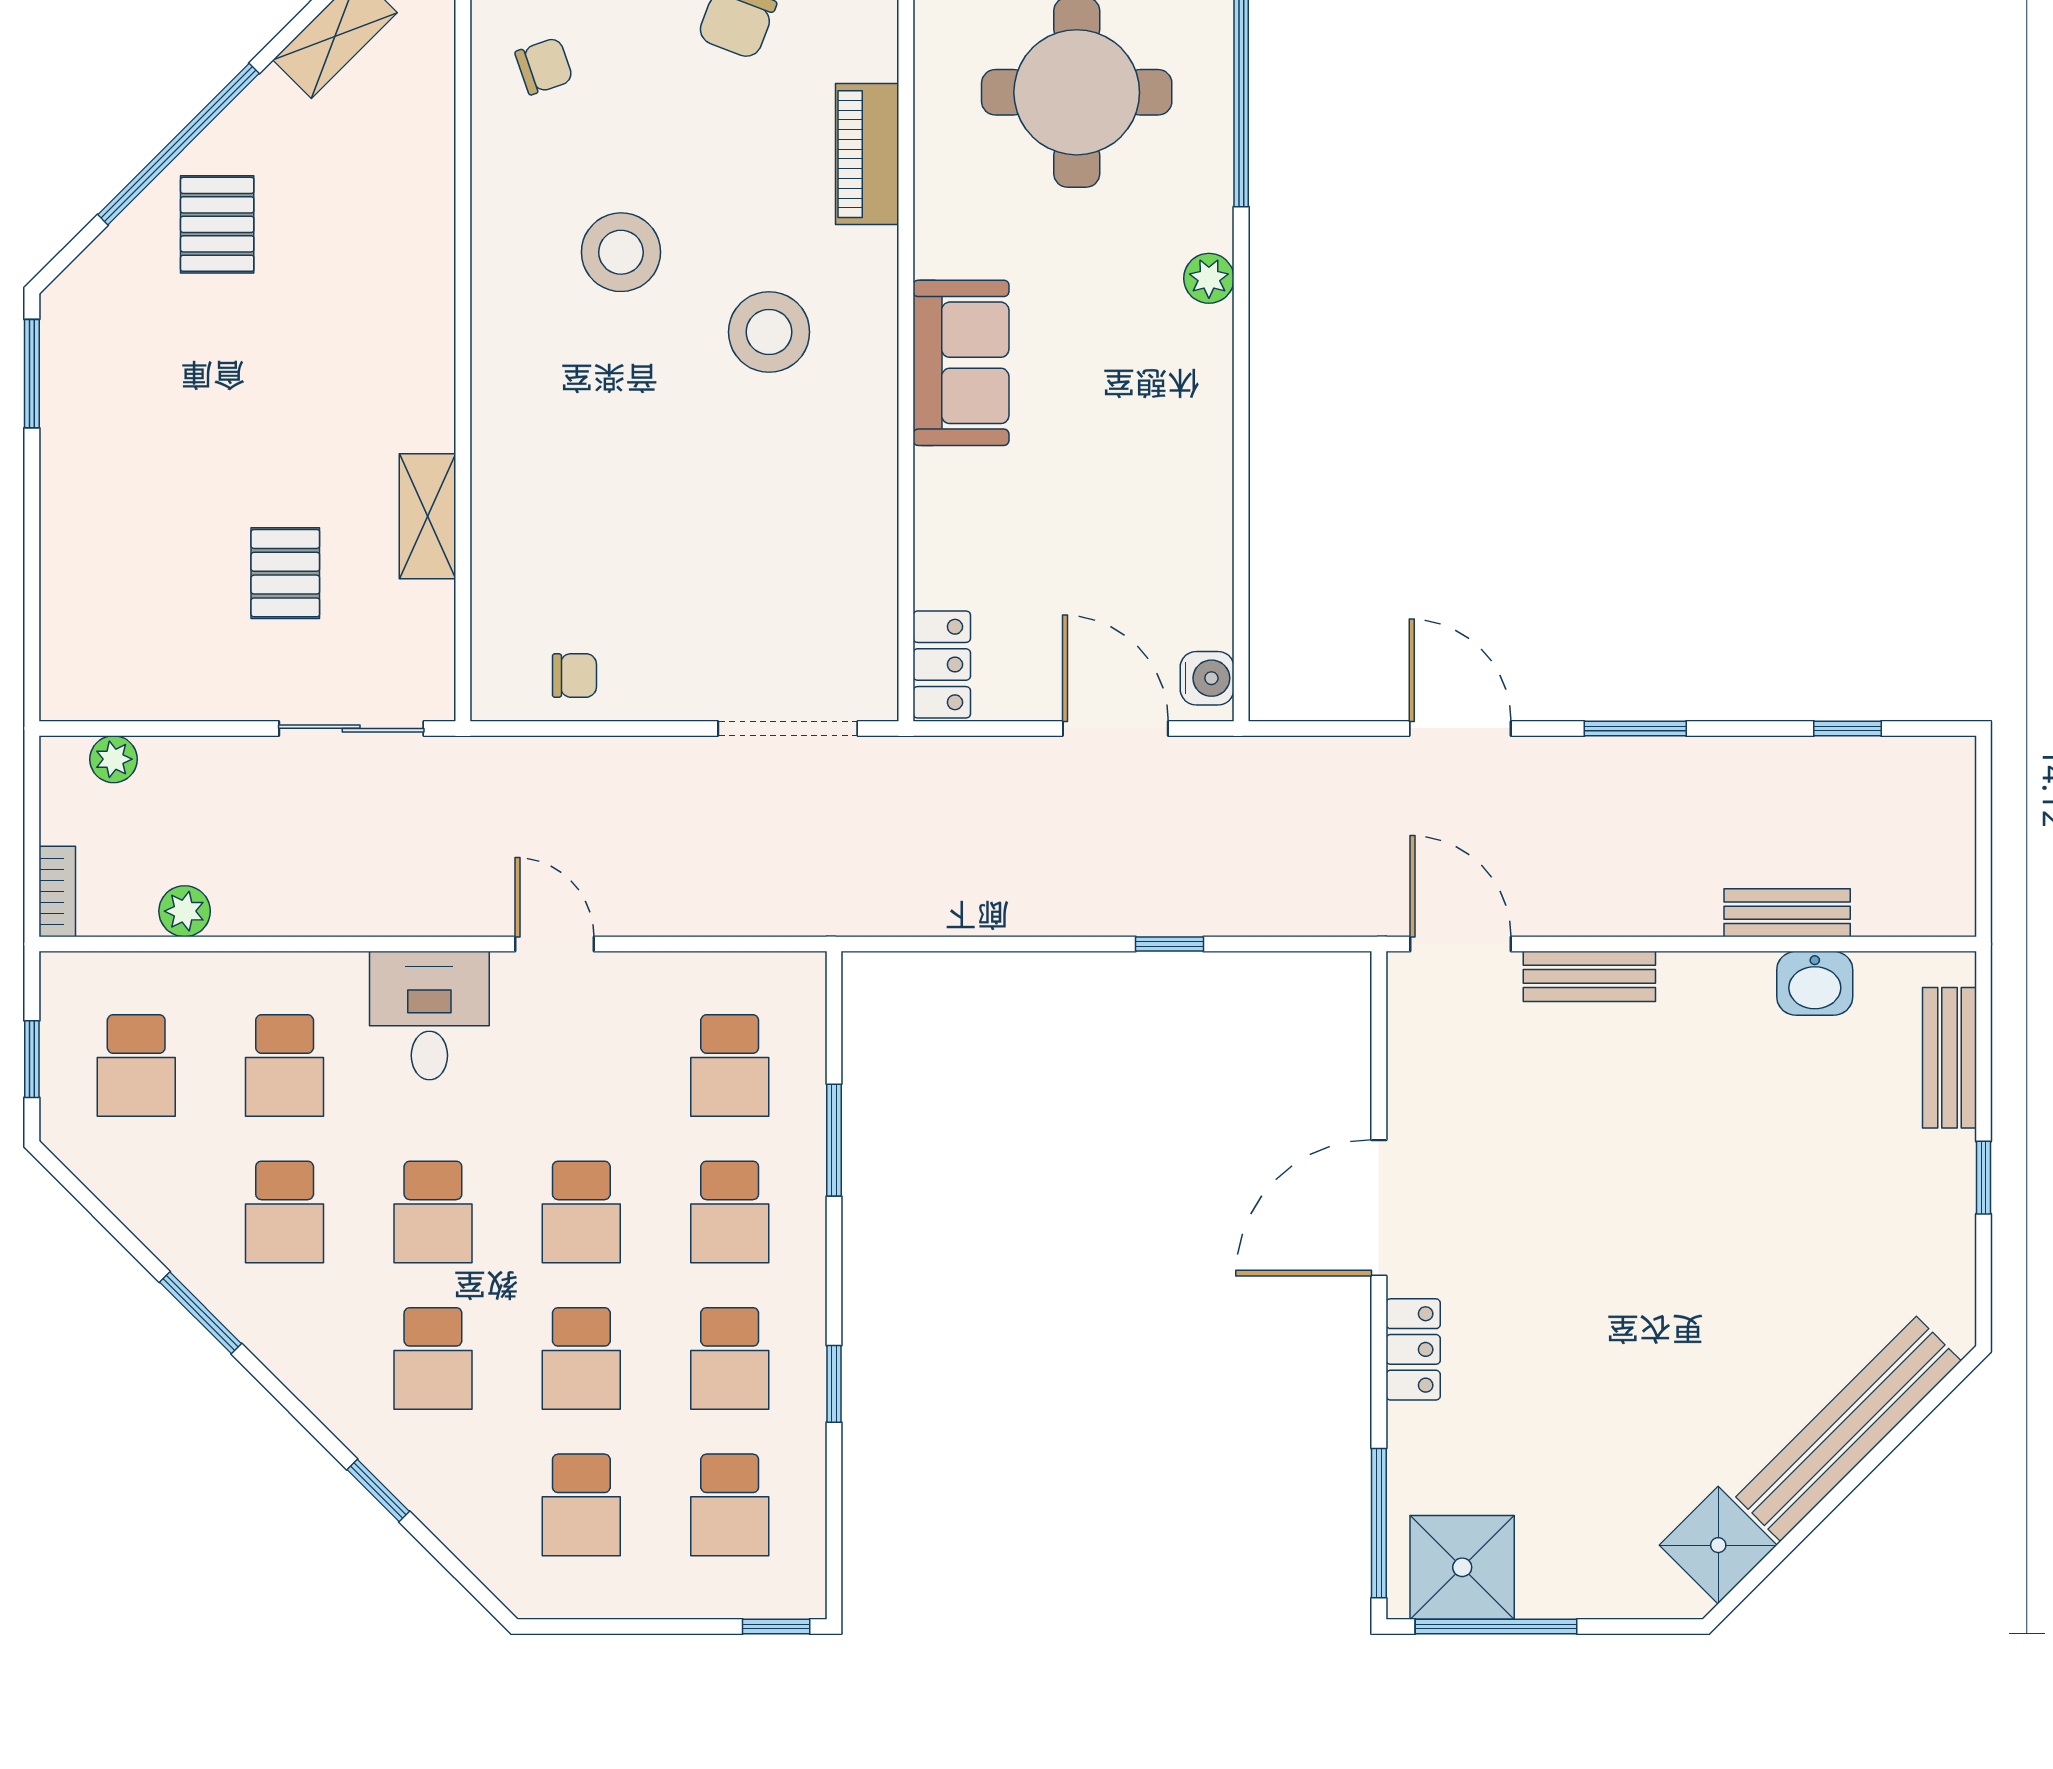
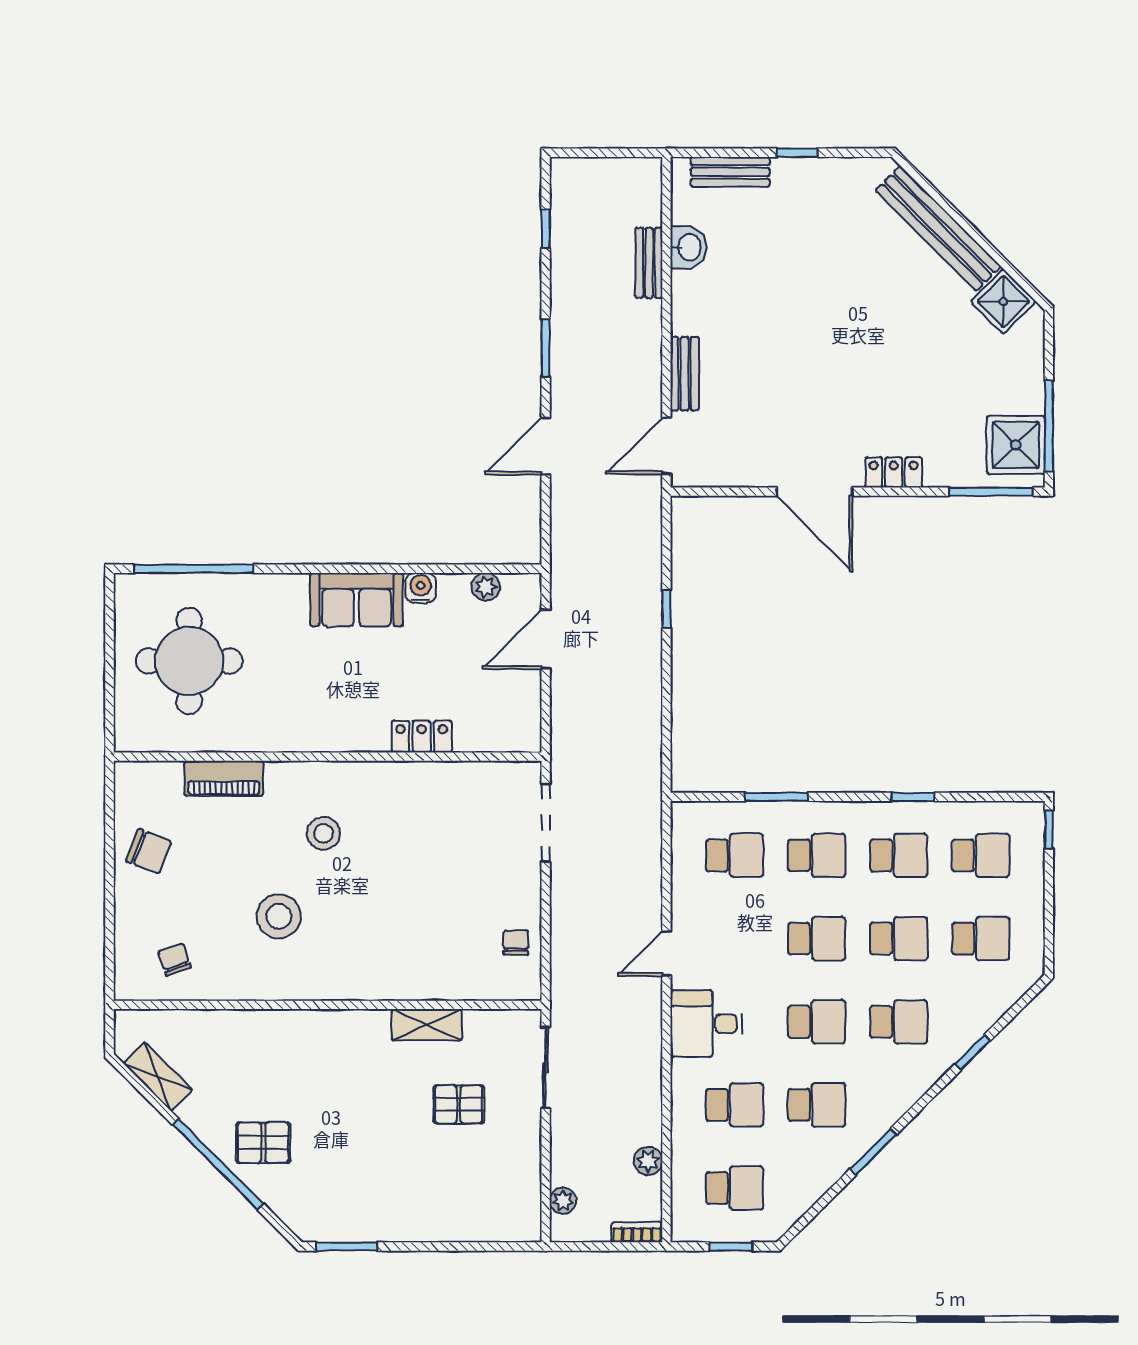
plant: (1209, 278) -> (486, 587), moved
stool: (769, 332) -> (323, 833), width x0.73, depth x0.73
sofa: (961, 363) -> (356, 600), moved, turned 180
locker: (942, 664) -> (422, 737), moved
water cooler: (1207, 678) -> (421, 588), moved

